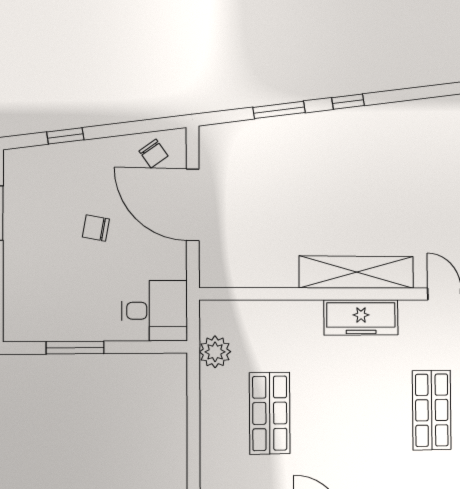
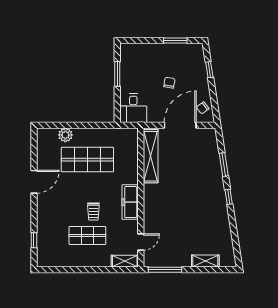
shelving: (357, 272) -> (151, 156), moved
plant: (215, 352) -> (65, 135), moved
trolley: (381, 398) -> (93, 211), added
shop shelf: (270, 413) -> (87, 160), width x1.43, depth x1.36

